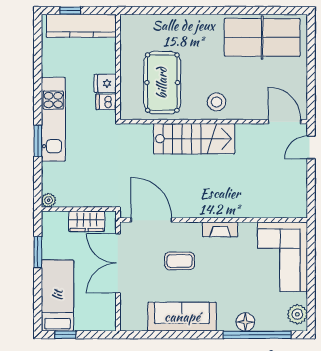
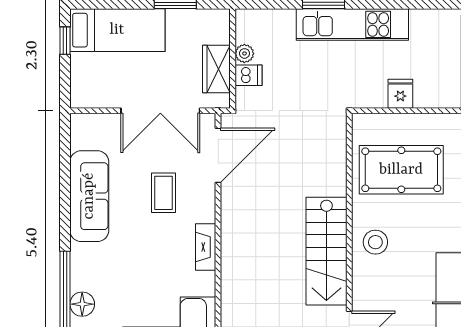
dishwasher: (106, 102) -> (248, 75), moved, turned 90
stairs: (194, 139) -> (326, 251), moved
plant: (49, 200) -> (244, 53), moved
double door: (118, 263) -> (160, 111), swing flipped
floor lamp: (245, 322) -> (82, 304), moved

